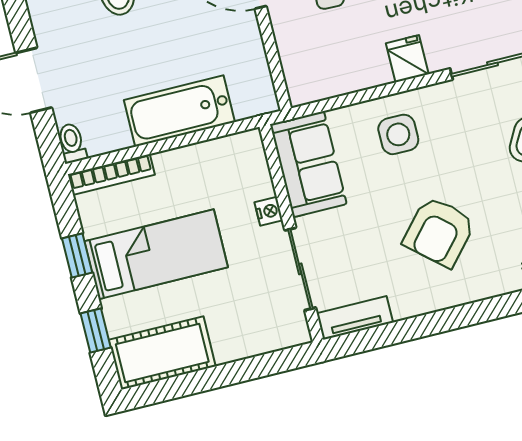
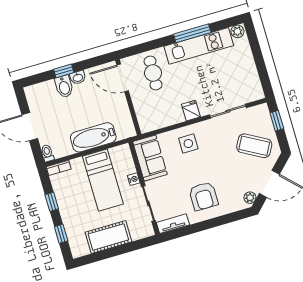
bookcase: (111, 175) -> (59, 168), width x0.64
armchair: (439, 232) -> (203, 196), moved, turned -41
bed: (156, 254) -> (103, 180), moved, turned 90
cot: (162, 353) -> (108, 237), moved

